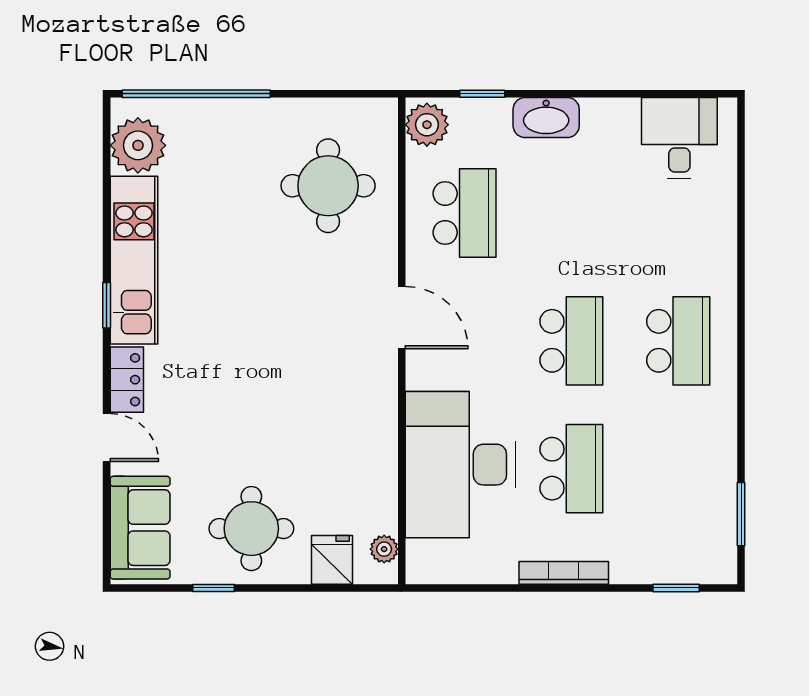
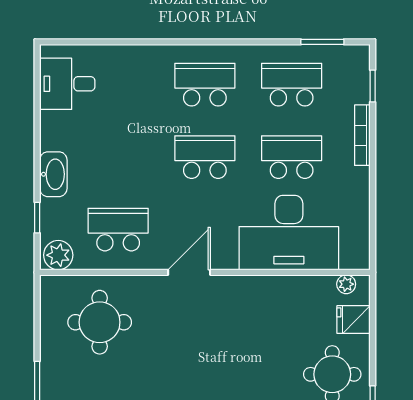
school desk: (678, 469) -> (292, 85), added
bookcase: (564, 573) -> (362, 135), moved

